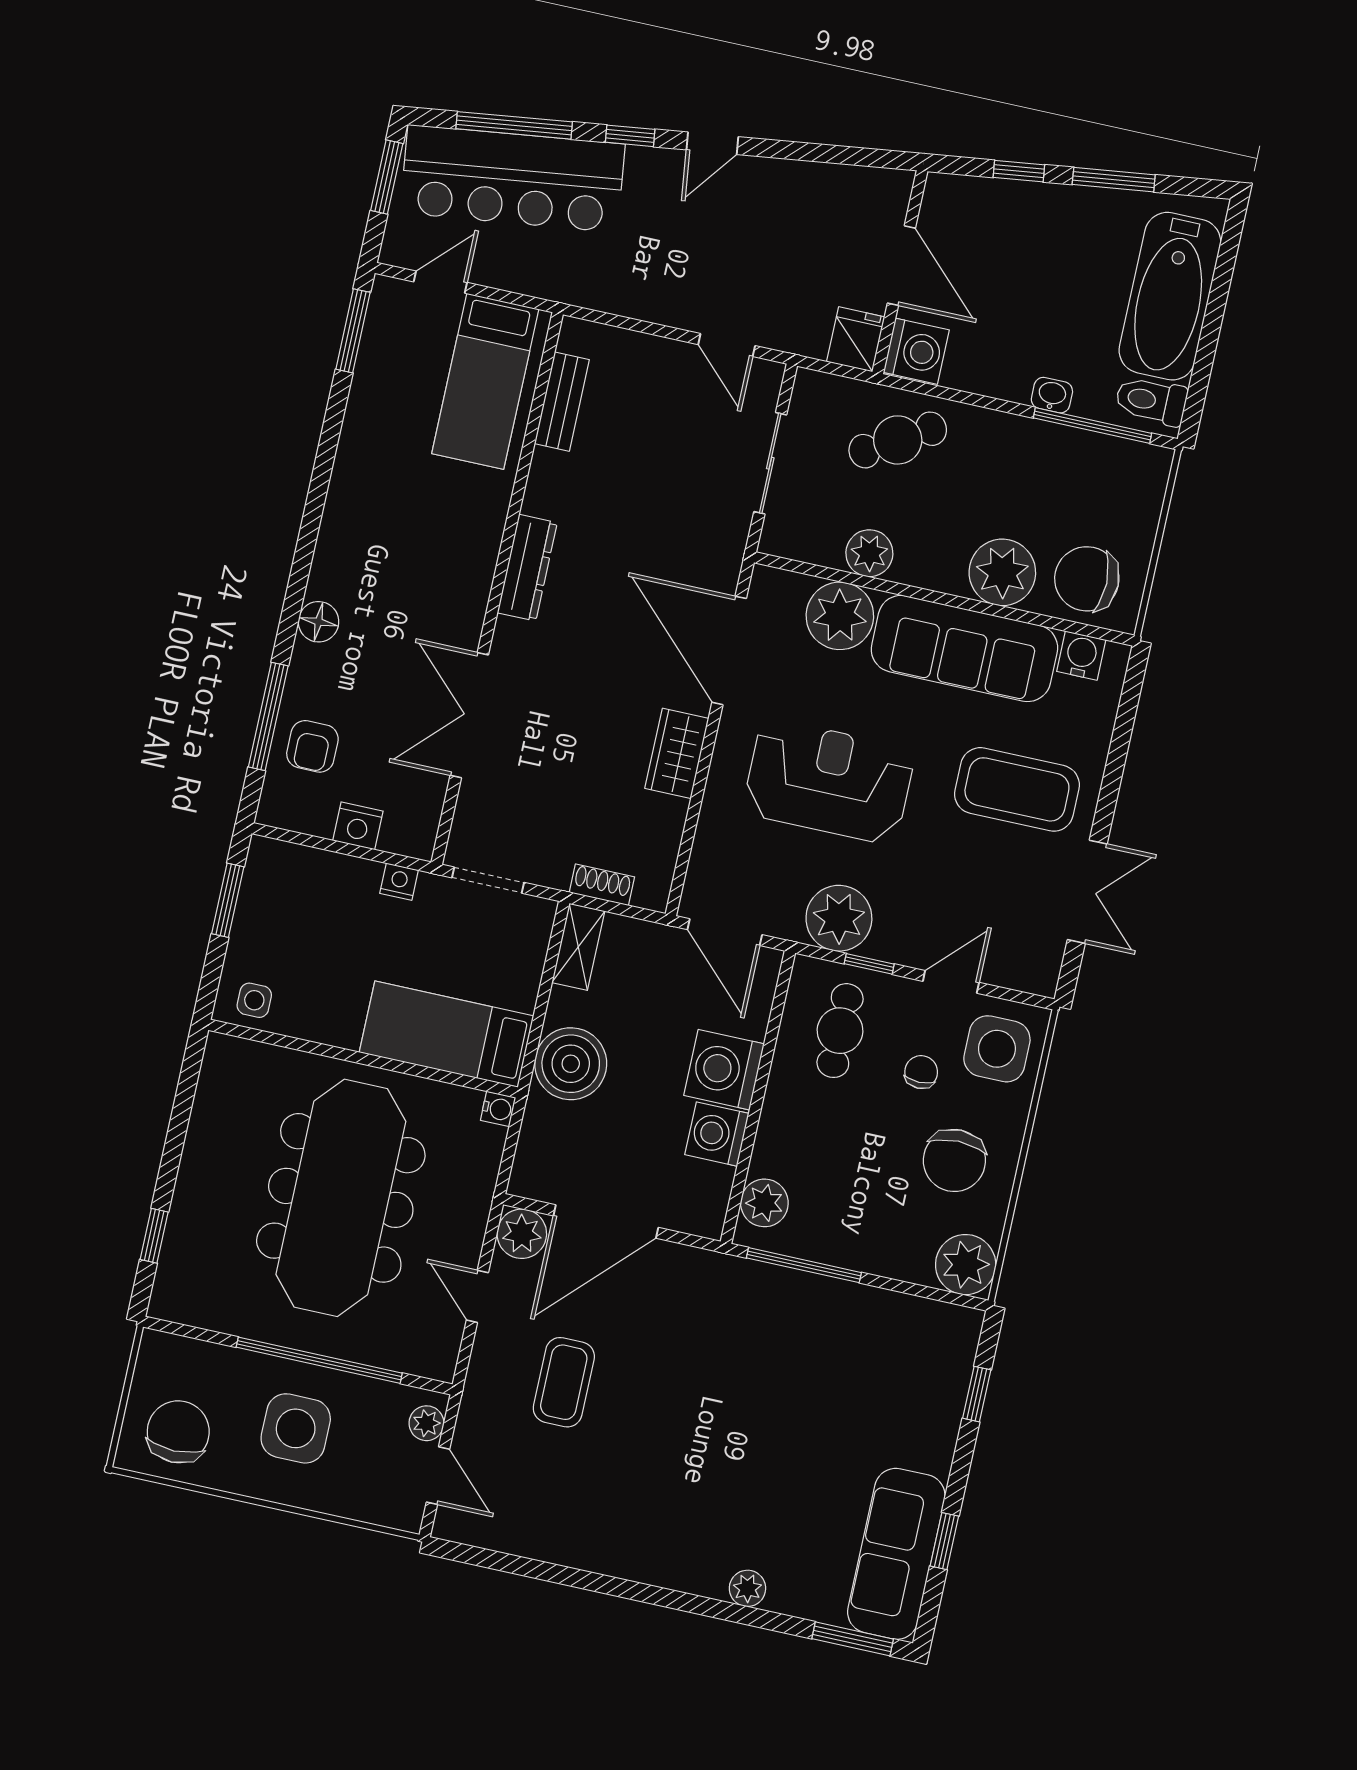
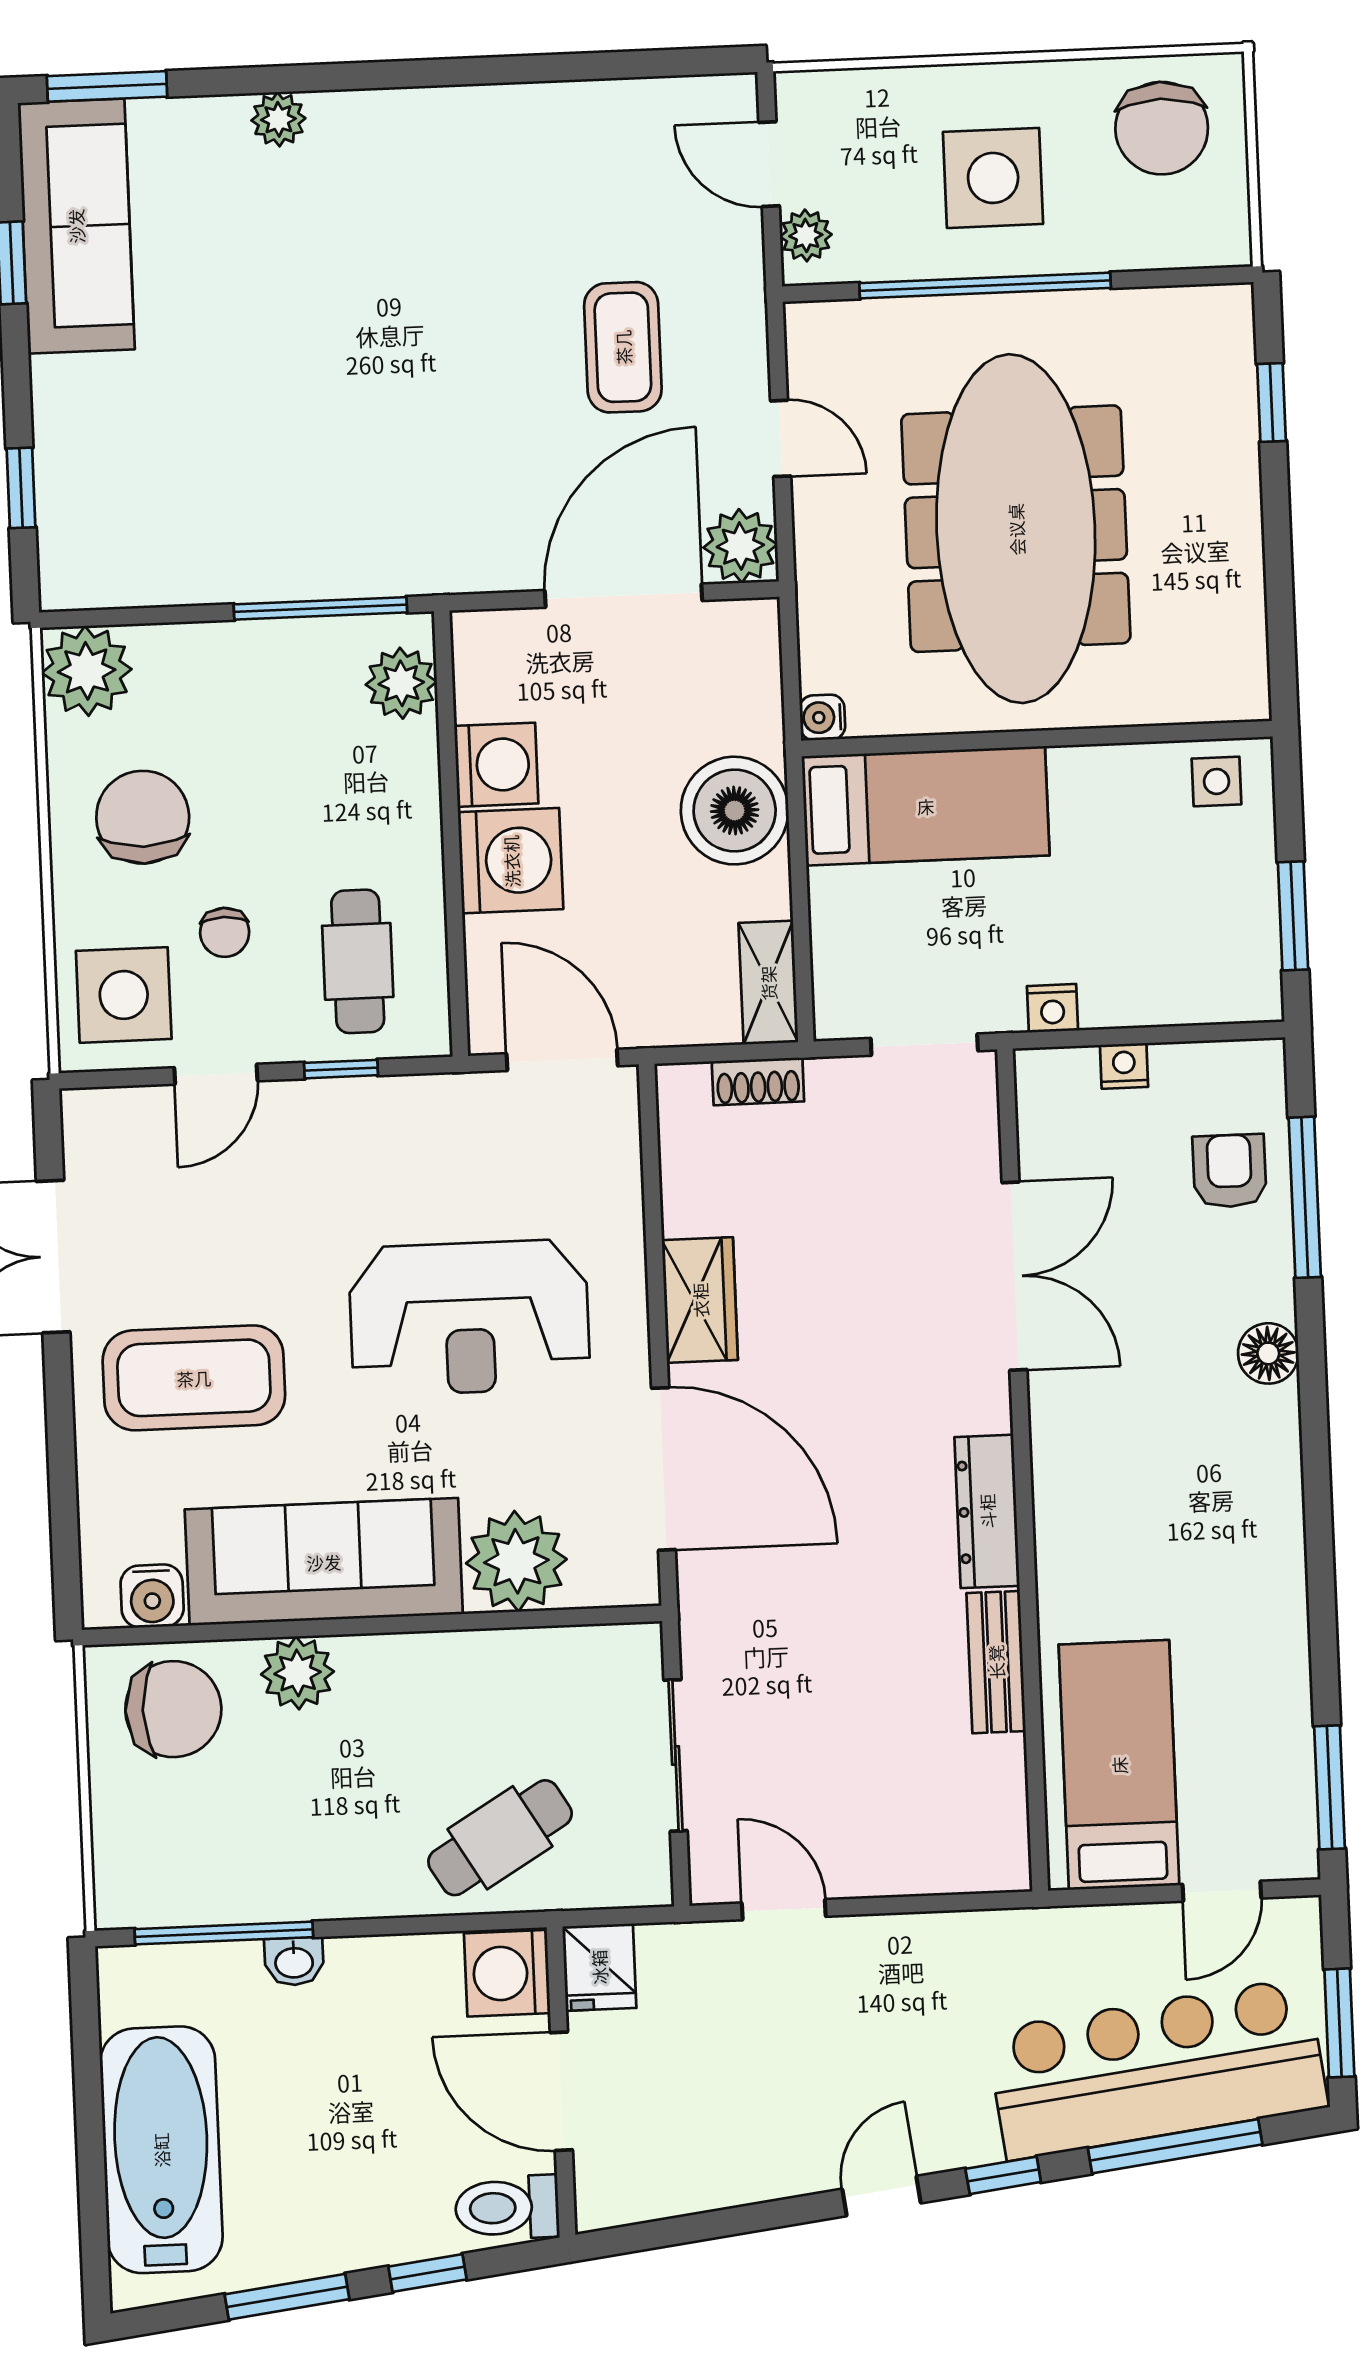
toilet: (1151, 401) -> (507, 2208), moved, turned 180
bench: (562, 402) -> (996, 1662), moved
plant: (869, 553) -> (498, 1663), removed
plant: (1002, 572) -> (297, 1673), width x0.73, depth x0.73
nightstand: (358, 826) -> (1124, 1066), width x0.72, depth x0.74
plant: (839, 918) -> (402, 1124), removed

